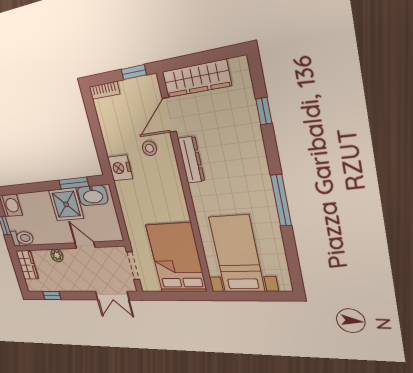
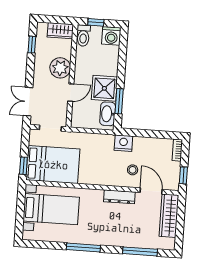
window: (264, 111) -> (140, 251), width x2.17
plant: (57, 255) -> (60, 68), width x1.88, depth x1.88
window: (190, 296) -> (23, 166), added

